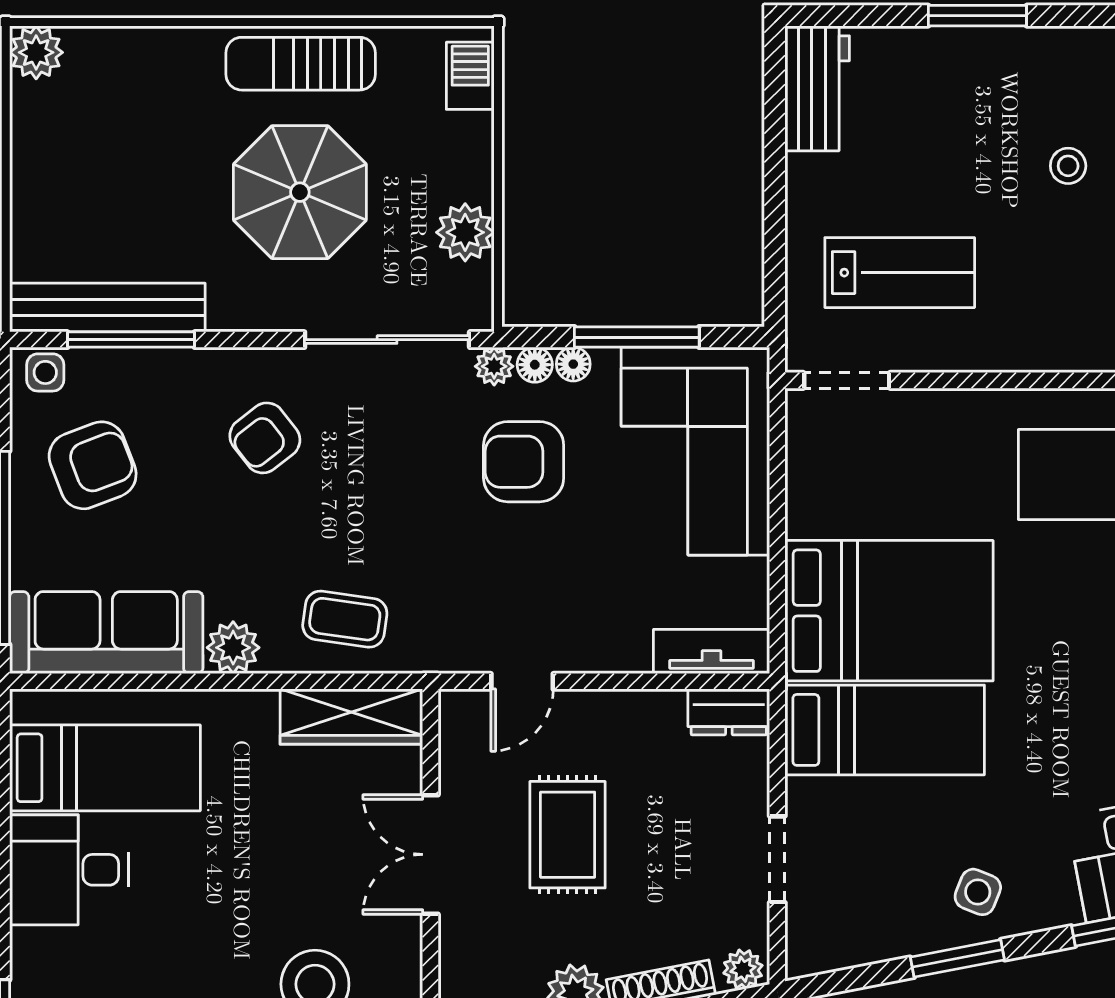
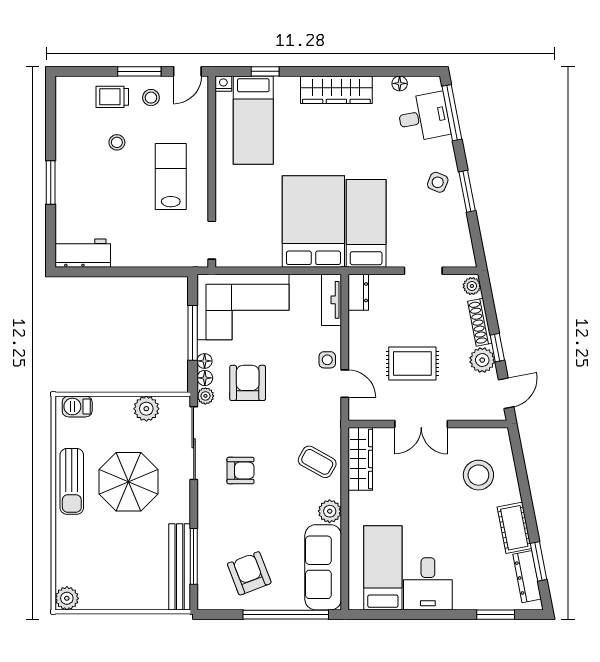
lab bench: (900, 273) -> (171, 176), moved
side table: (45, 372) -> (327, 360), moved
armchair: (265, 438) -> (240, 471), moved, turned -52
armchair: (524, 462) -> (248, 383), turned 180
coffee table: (345, 619) -> (317, 462), turned -69

